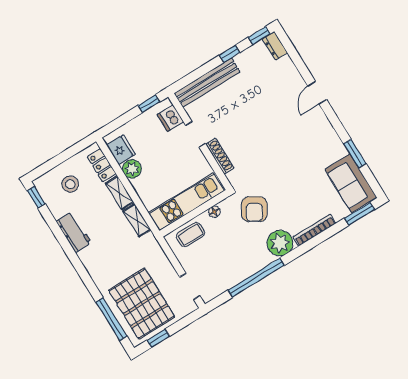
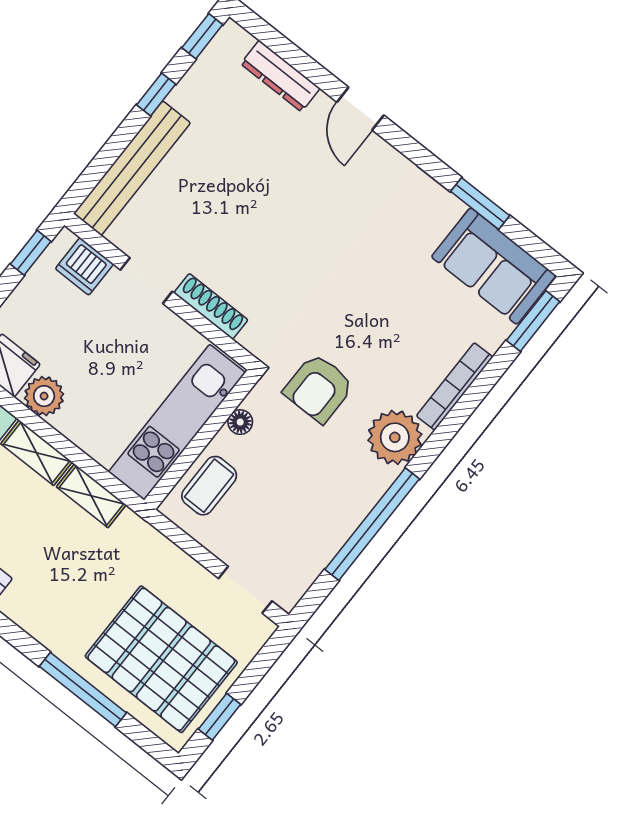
dresser: (275, 46) -> (280, 76), moved, width x1.44
armchair: (254, 209) -> (319, 388), turned 59
window: (111, 319) -> (83, 690), moved

